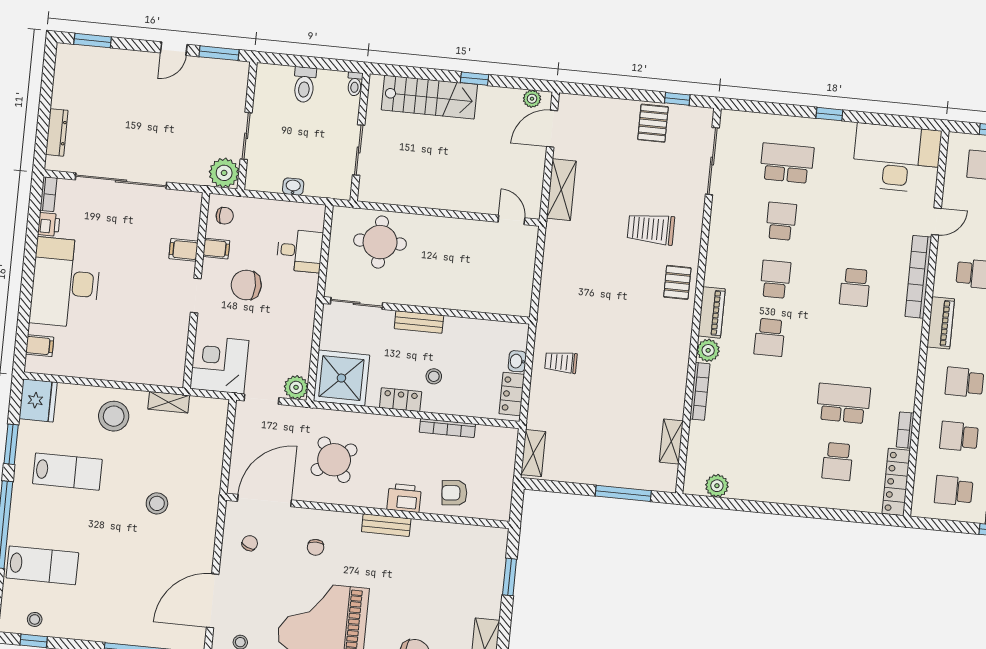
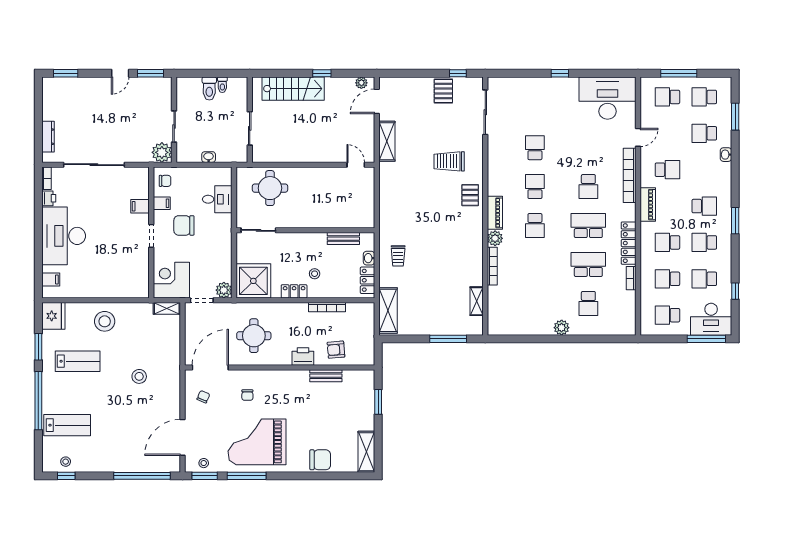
toilet: (355, 84) -> (222, 85), moved
school desk: (787, 163) -> (588, 226), moved
bench: (419, 322) -> (343, 239), moved
trolley: (561, 362) -> (398, 256), turned -90
shelving: (169, 402) -> (167, 308), moved
shelving: (533, 453) -> (388, 310), width x1.50, depth x1.33
round table: (334, 460) -> (254, 336), turned 36
locker: (896, 482) -> (629, 243), moved
plant: (717, 486) -> (562, 328), moved
bench: (386, 525) -> (326, 376), moved

